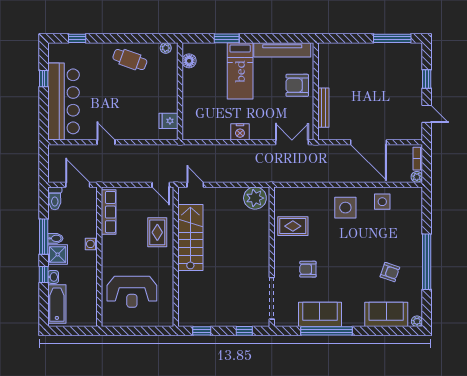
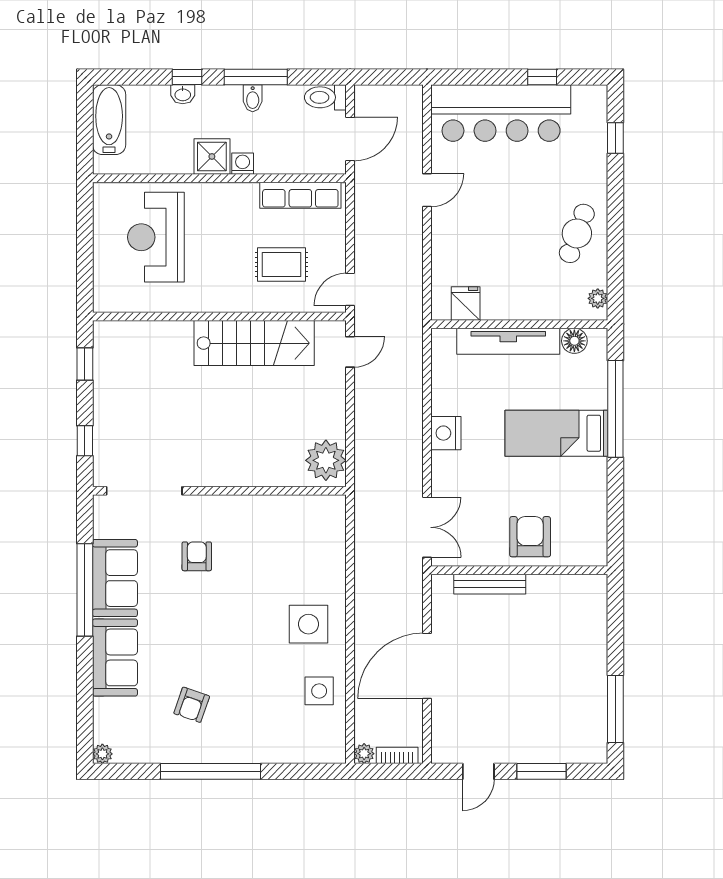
window: (227, 38) -> (615, 409), width x2.11
tv unit: (282, 50) -> (508, 341), moved, turned -90
window: (427, 79) -> (542, 771), width x1.50
rug: (293, 226) -> (275, 529), removed
rug: (157, 232) -> (282, 264), moved
shower: (58, 254) -> (212, 156), moved
bathtub: (57, 304) -> (109, 120), moved, turned -90
sofa: (386, 314) -> (115, 657), moved

